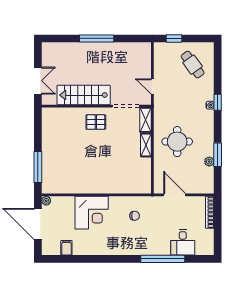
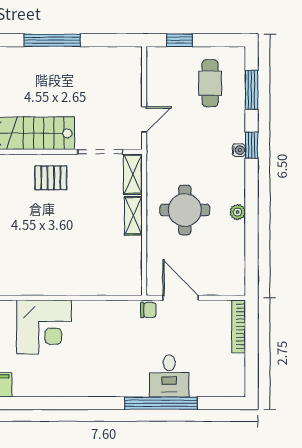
cafe table: (193, 65) -> (210, 83), turned 36
door: (152, 86) -> (144, 119), swing flipped
window: (218, 155) -> (252, 90), moved
plant: (209, 162) -> (238, 212), moved
chair: (135, 216) -> (148, 310), moved
desk: (183, 242) -> (169, 376), moved

